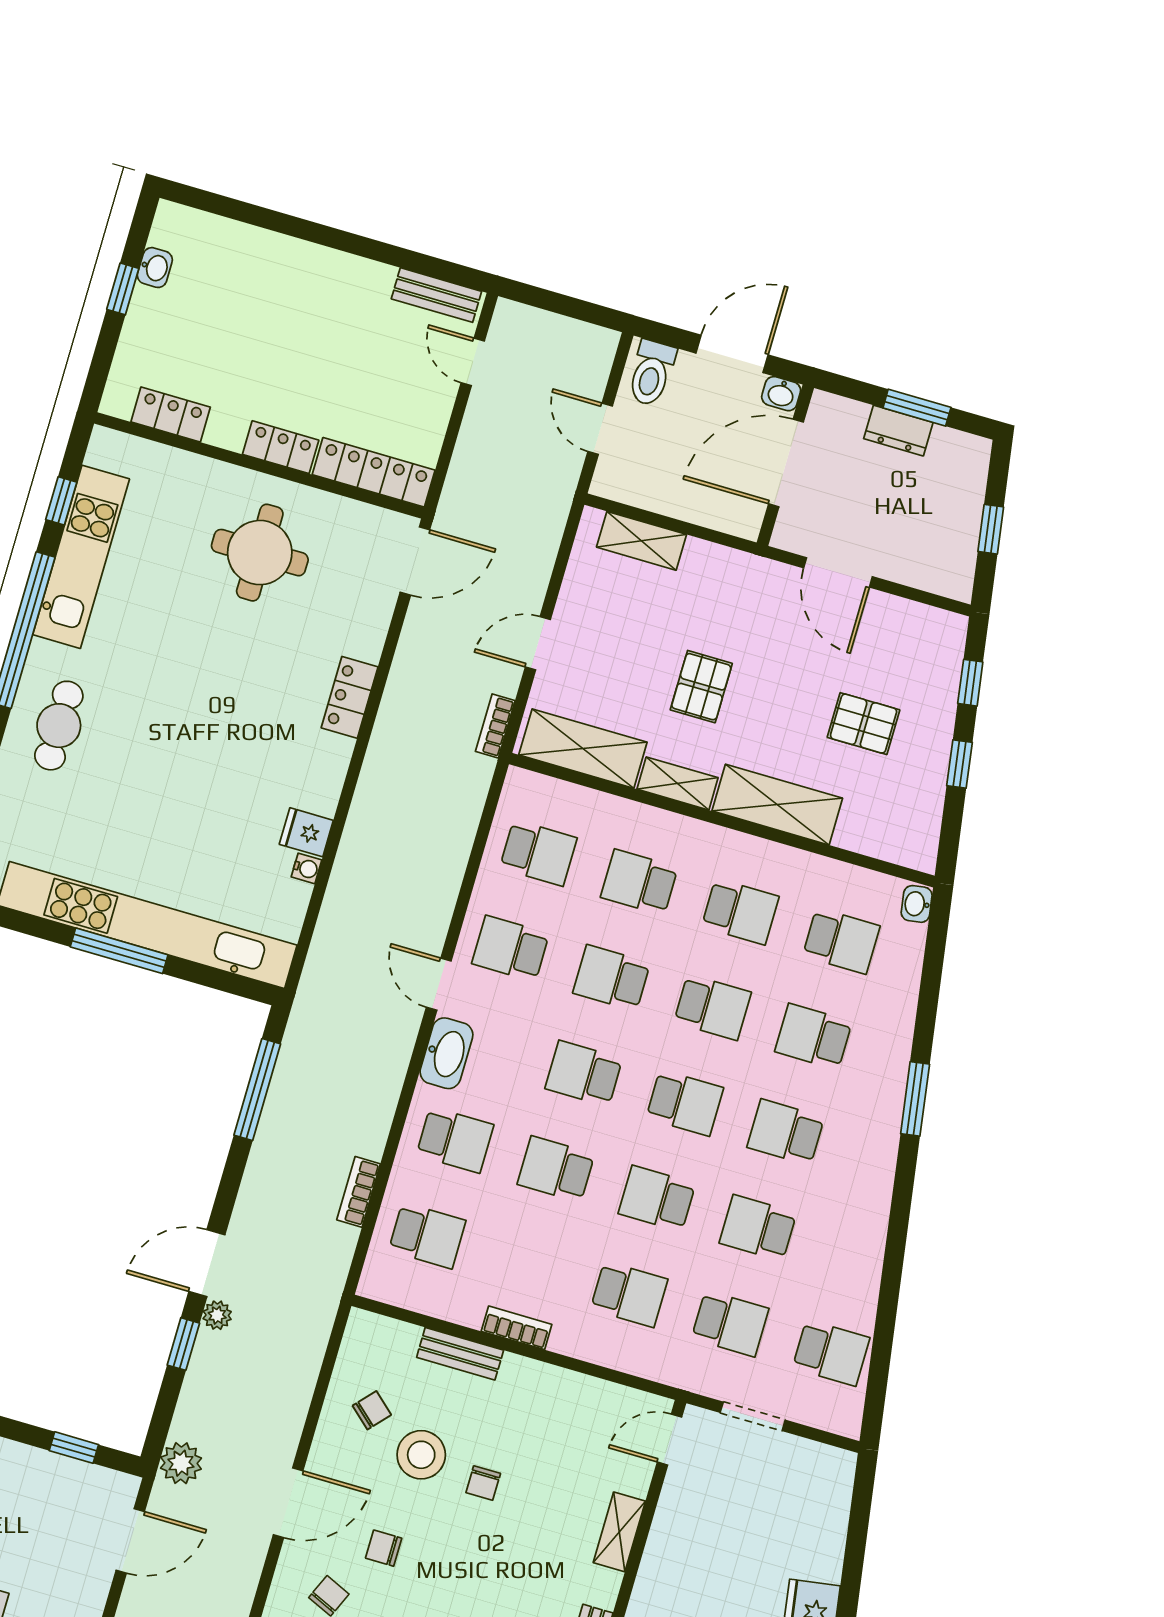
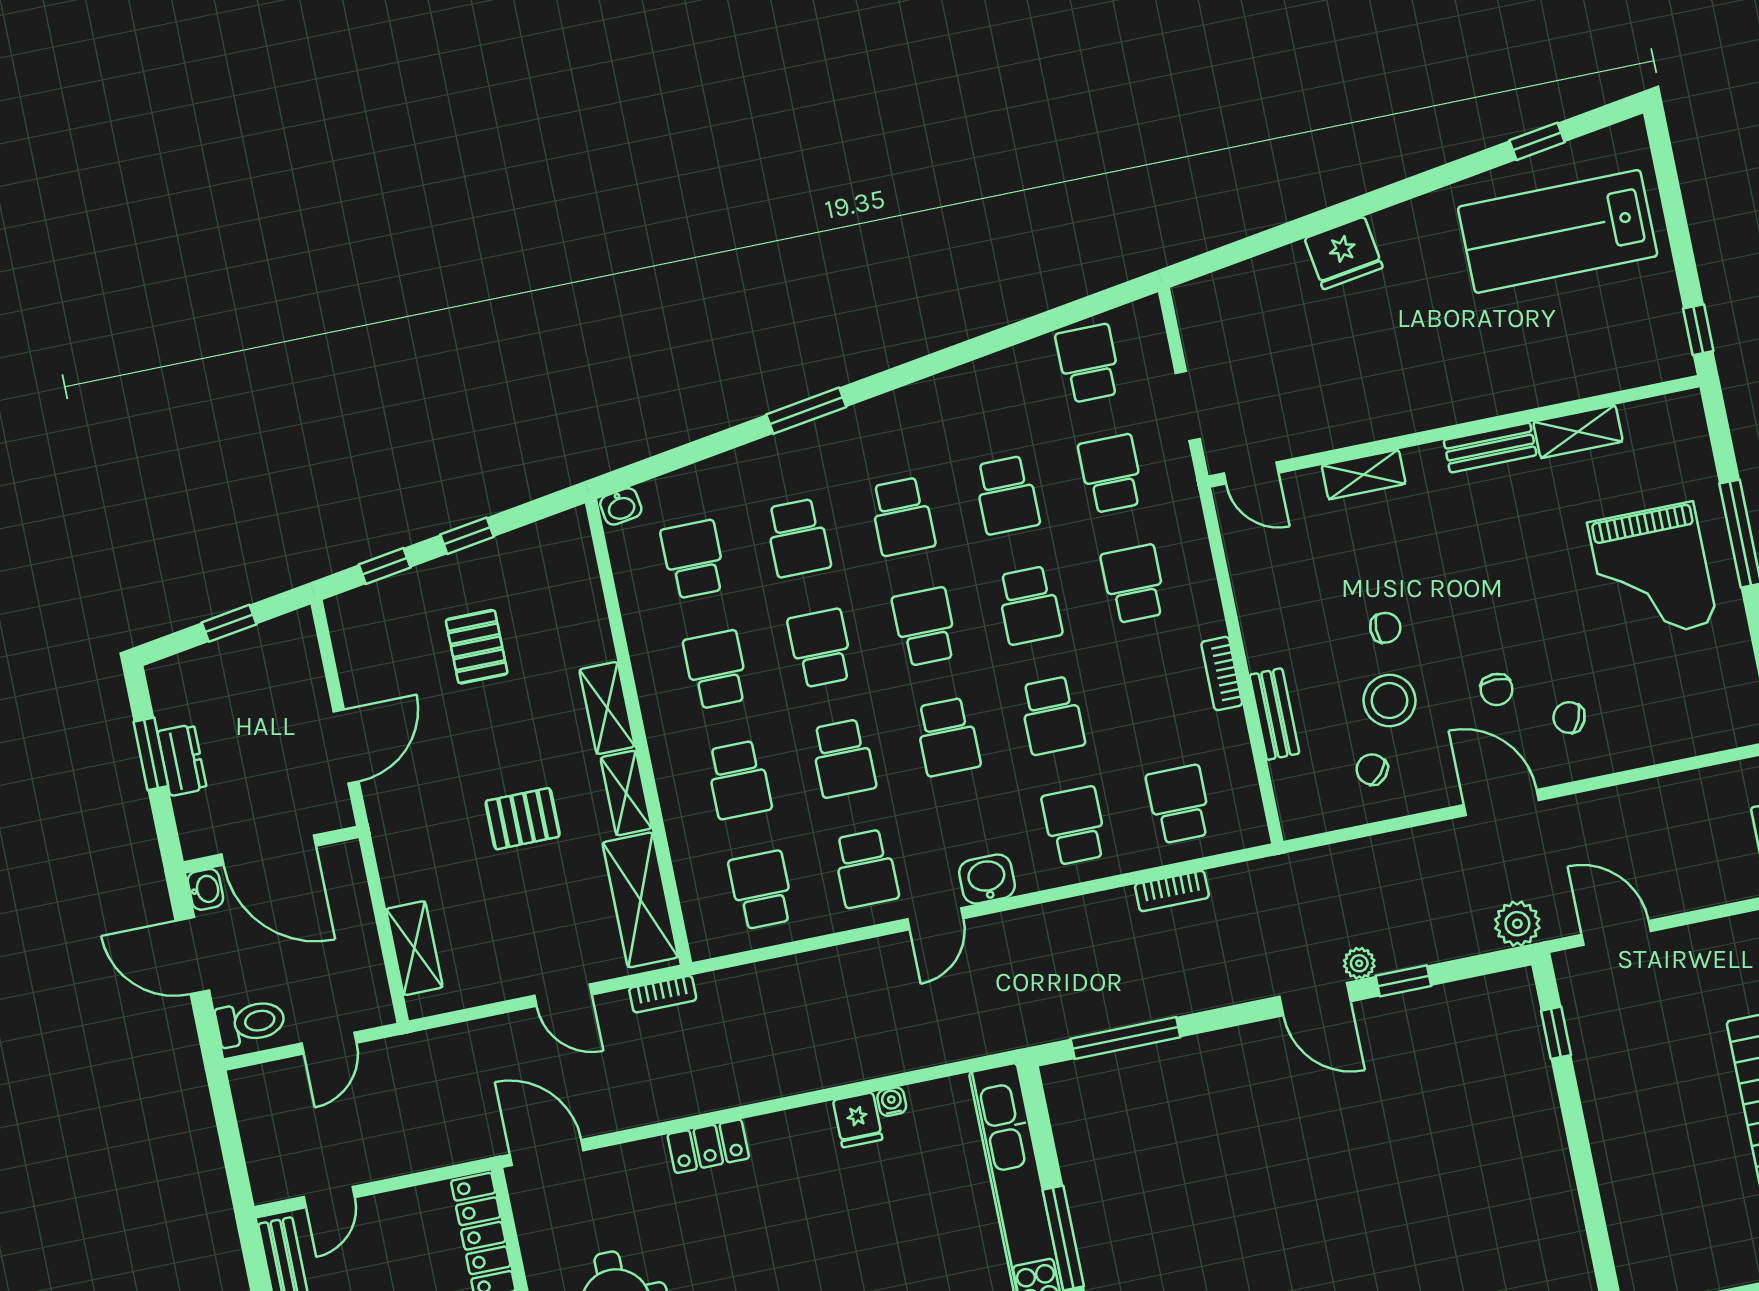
shelving: (777, 805) -> (607, 708), width x0.67, depth x0.75
washbasin: (446, 1053) -> (987, 879), width x0.72

